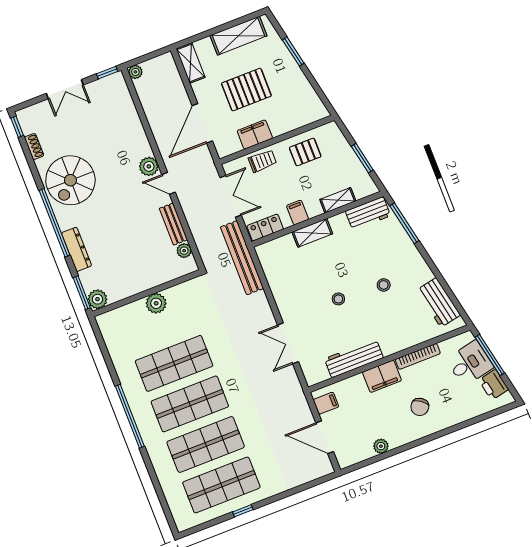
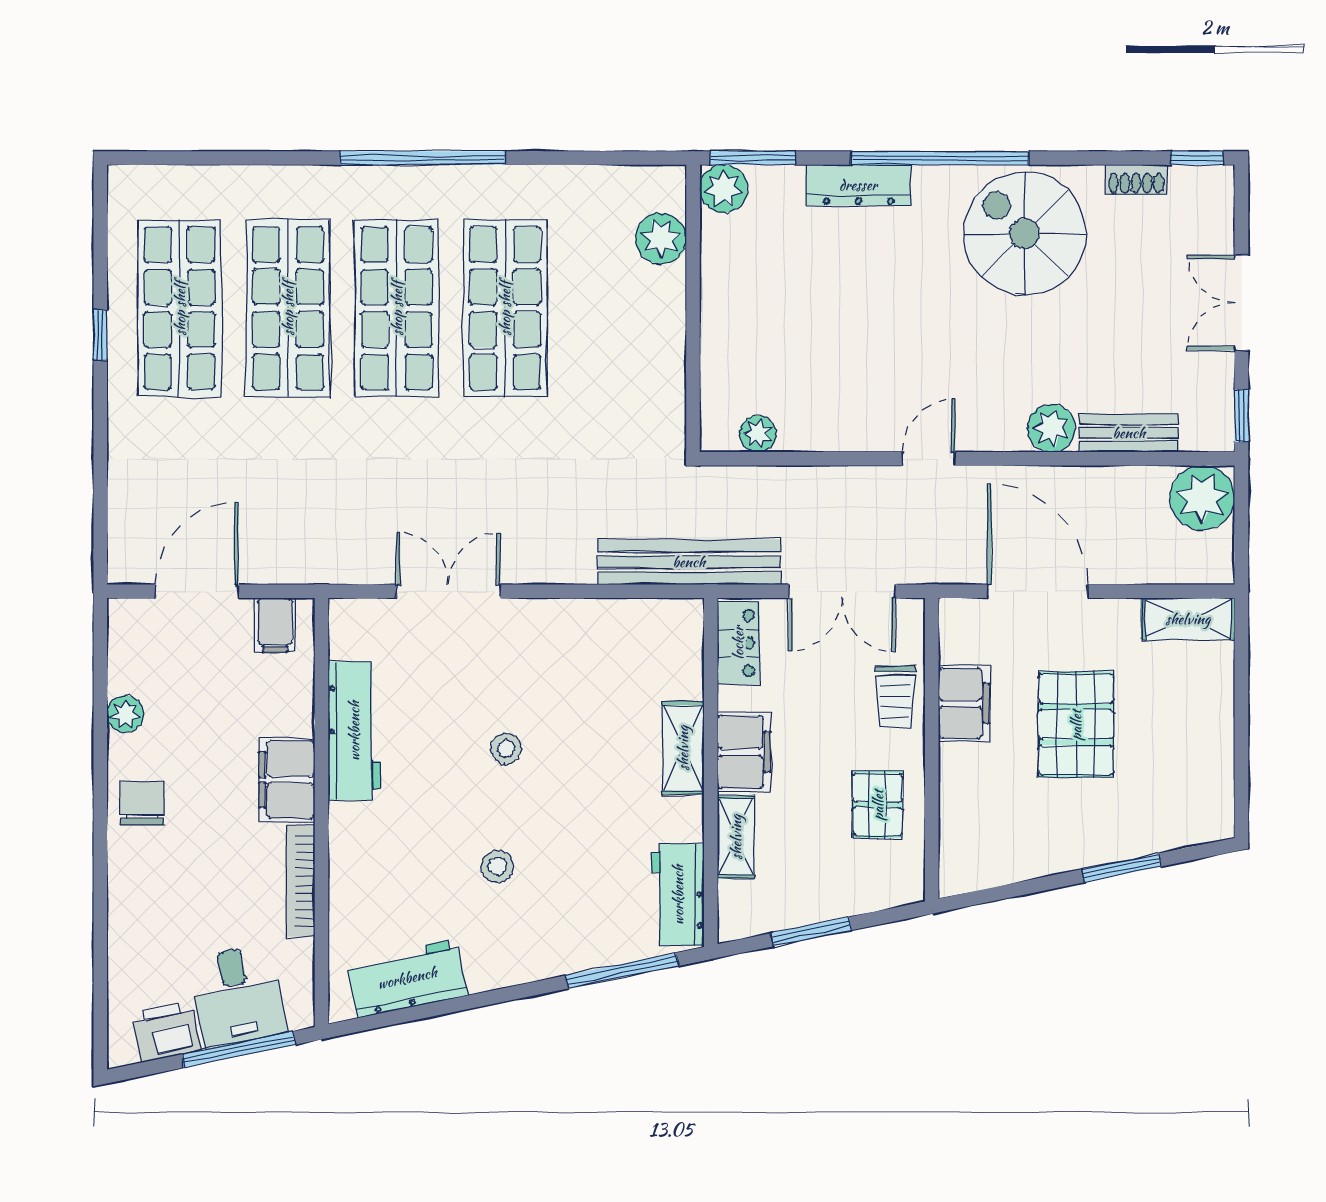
shelving: (238, 36) -> (1208, 755), removed
plant: (135, 72) -> (1202, 498), width x1.88, depth x1.88
plant: (149, 166) -> (1052, 428), moved
filing cabinet: (298, 212) -> (744, 752), width x2.00
bench: (173, 224) -> (1129, 433), moved
plant: (156, 303) -> (661, 239), moved
chair: (420, 407) -> (142, 803), moved, turned 55

